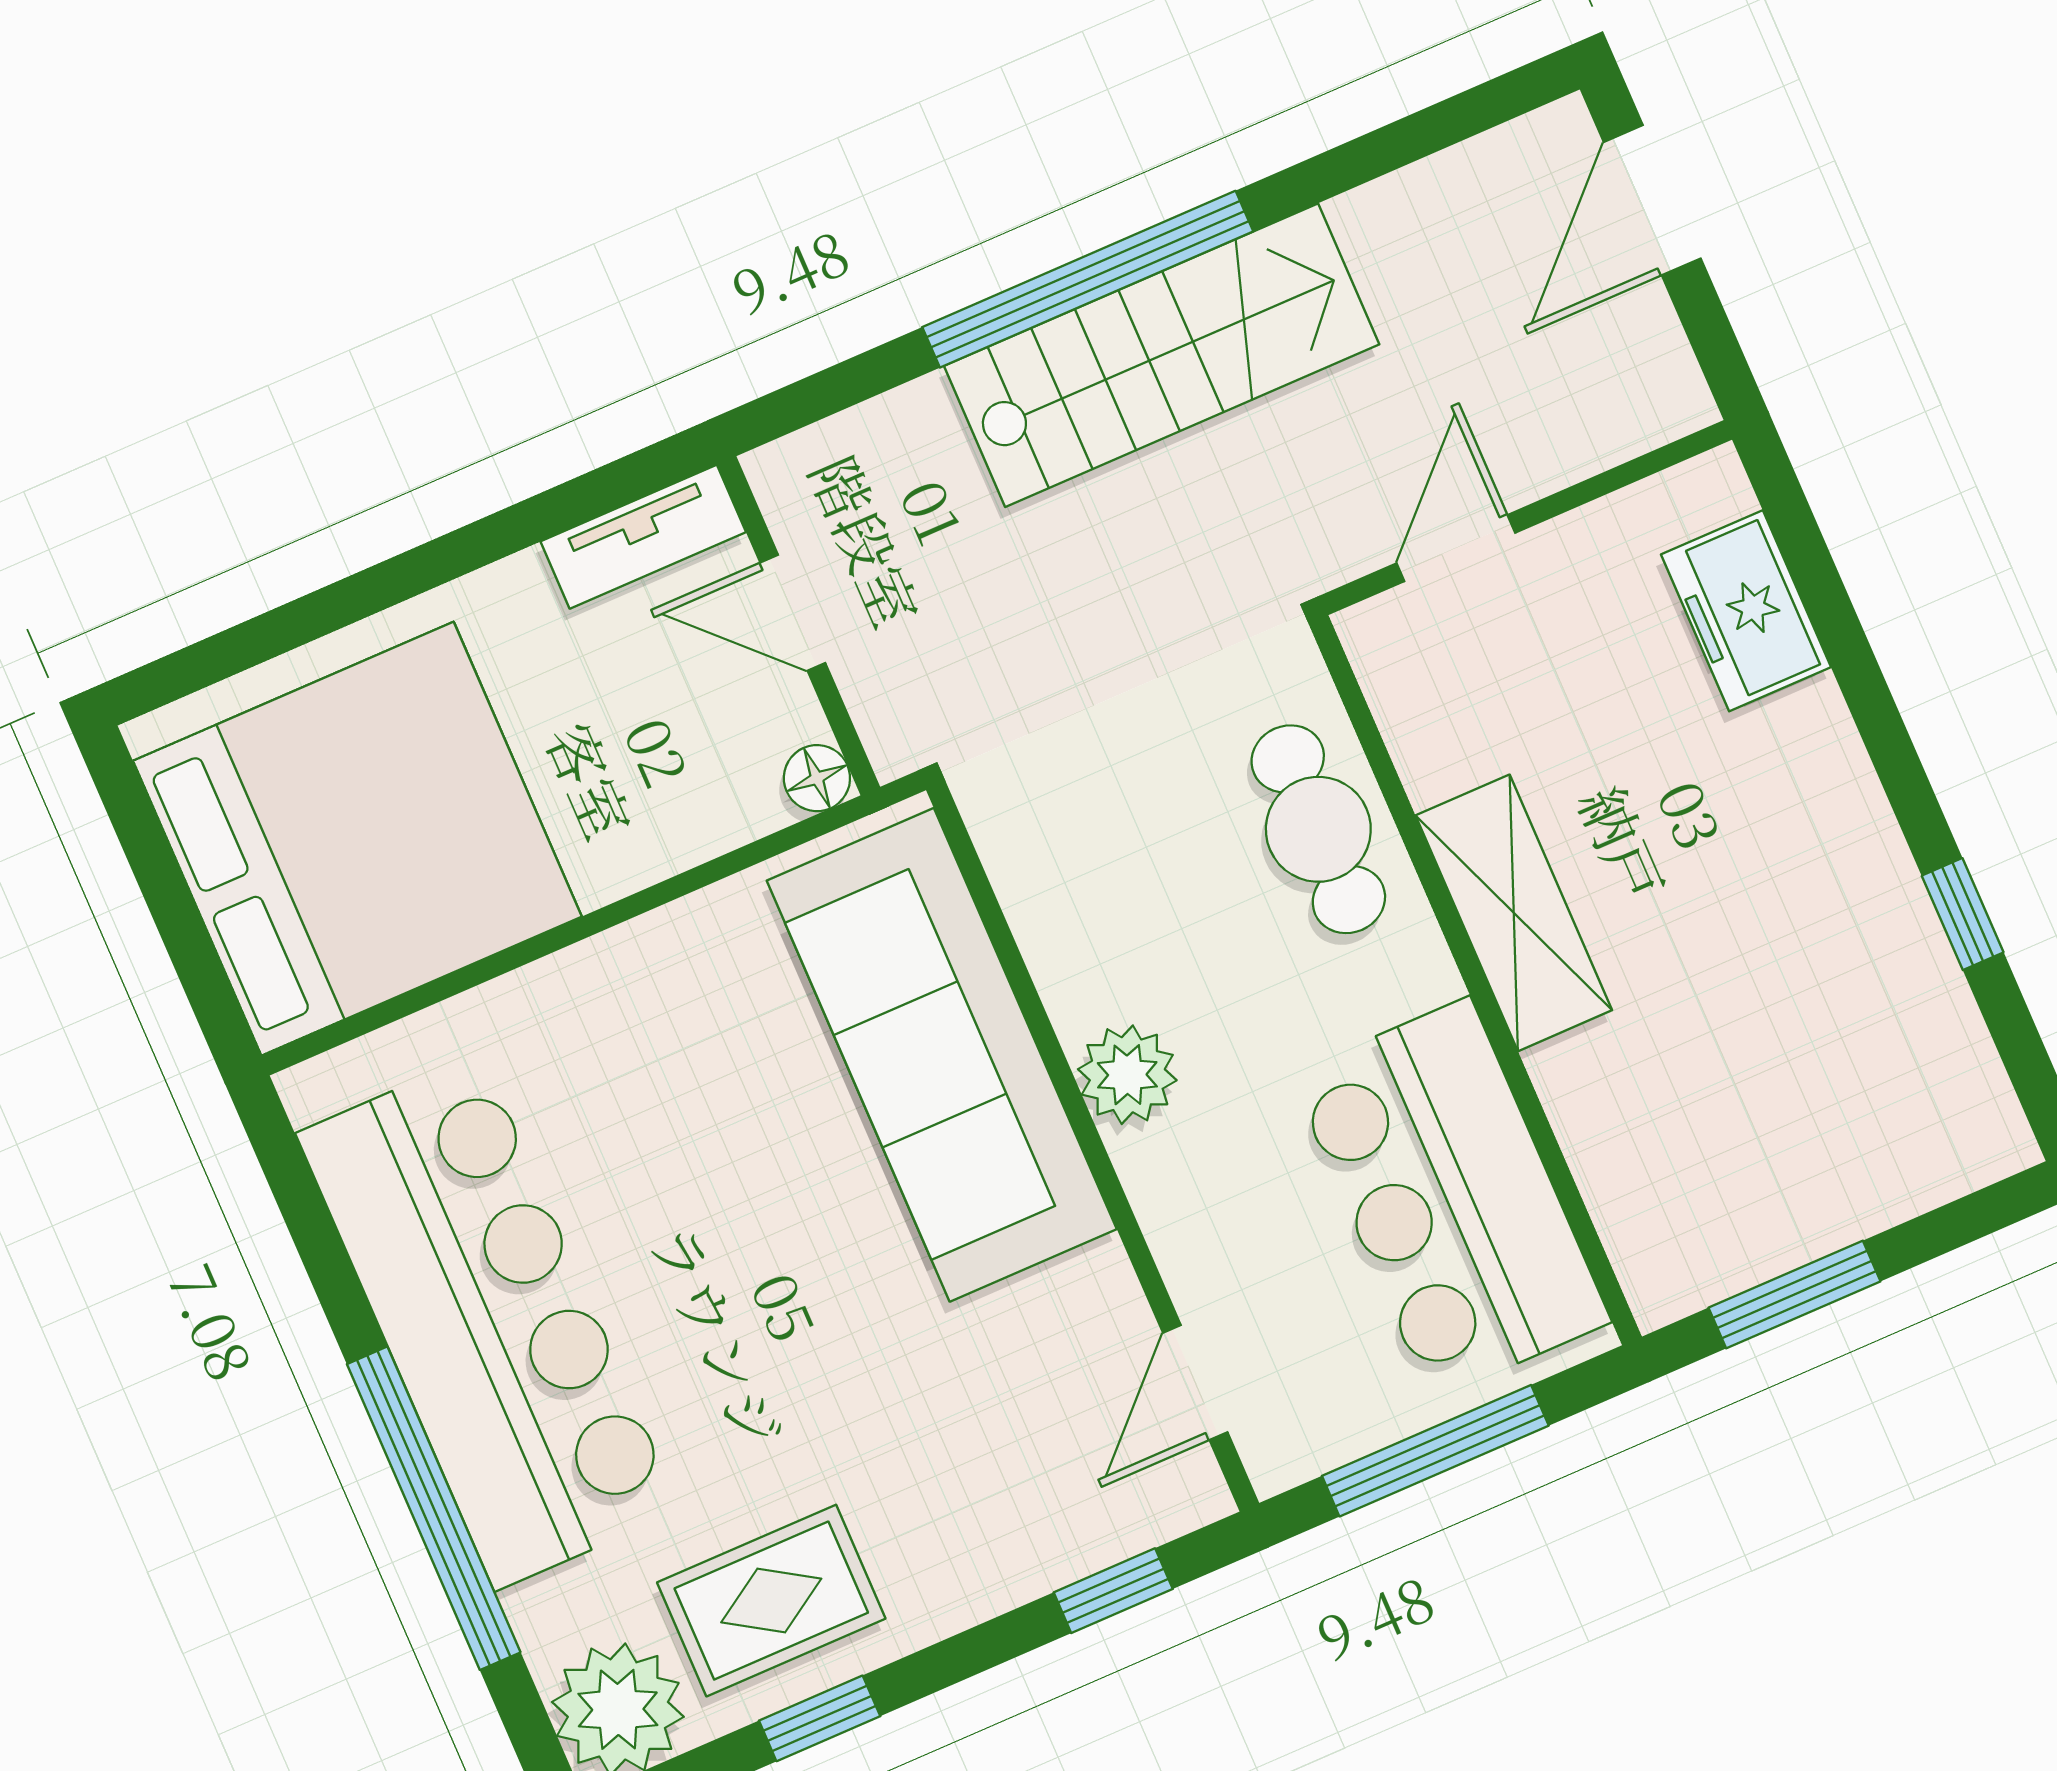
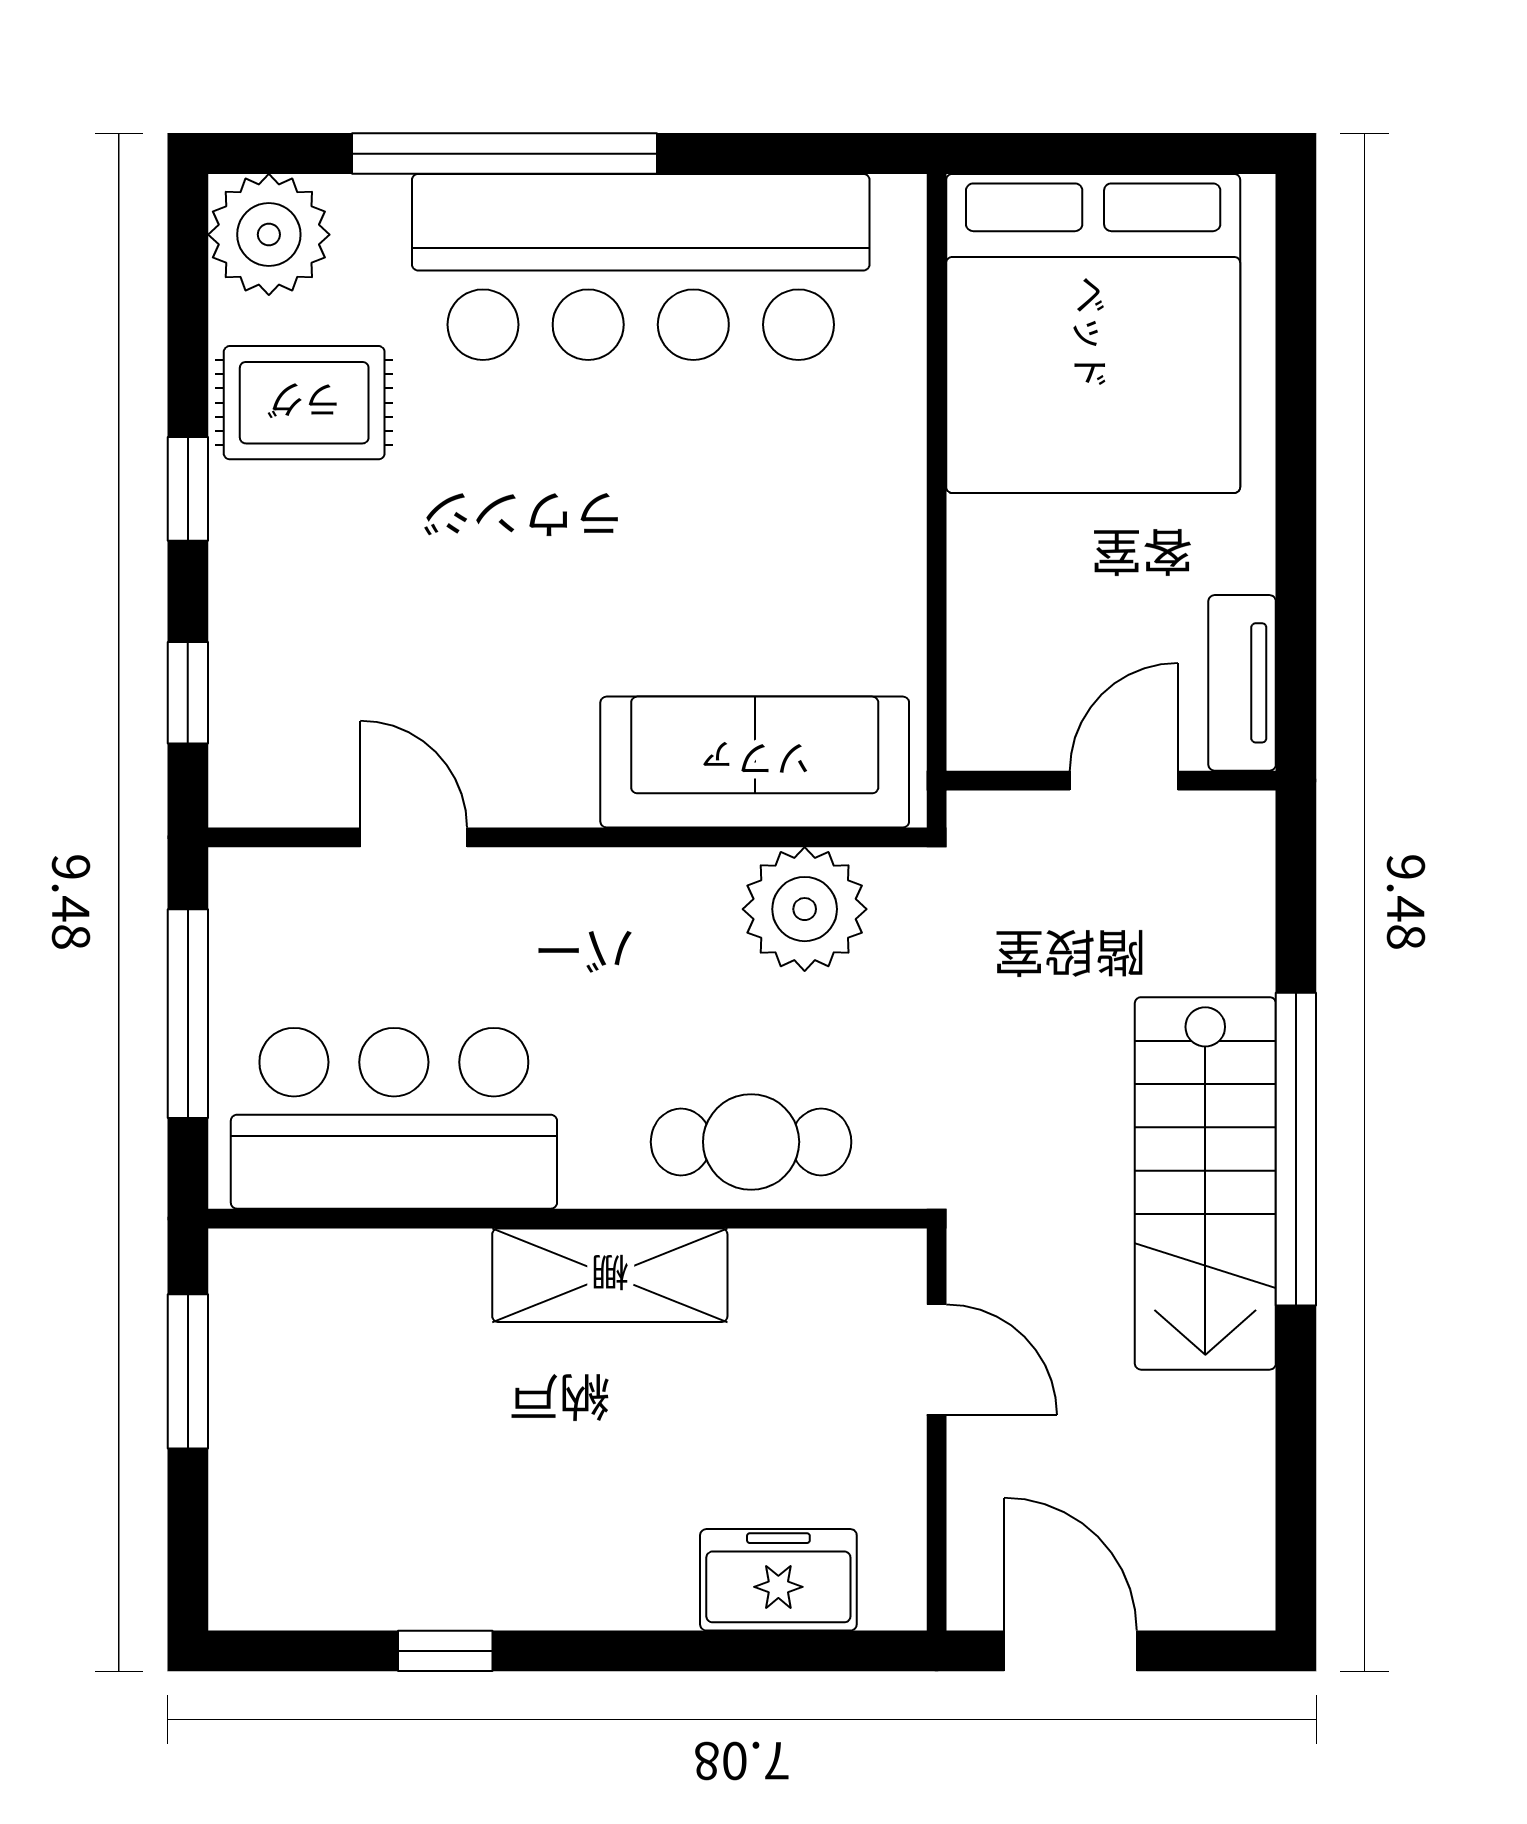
door: (1652, 200) -> (1070, 1651), moved
floor lamp: (817, 778) -> (977, 741), removed
sofa: (942, 1055) -> (755, 762), width x0.74, depth x0.79
plant: (1127, 1075) -> (805, 909), moved, width x1.36, depth x1.36
door: (1195, 1382) -> (414, 837), moved
rug: (771, 1601) -> (304, 403), turned 90
window: (820, 1718) -> (188, 489), moved

